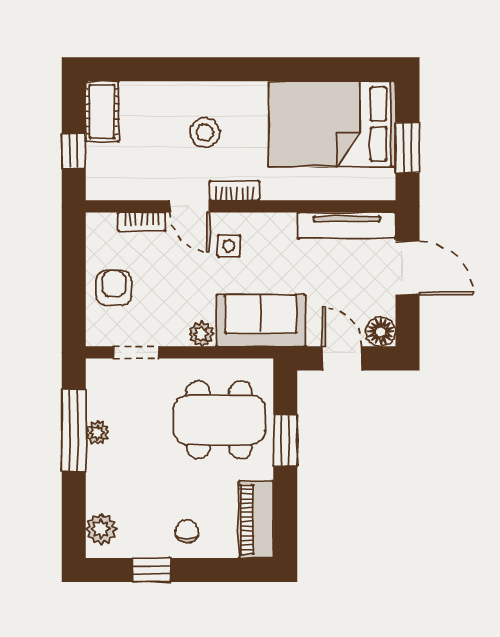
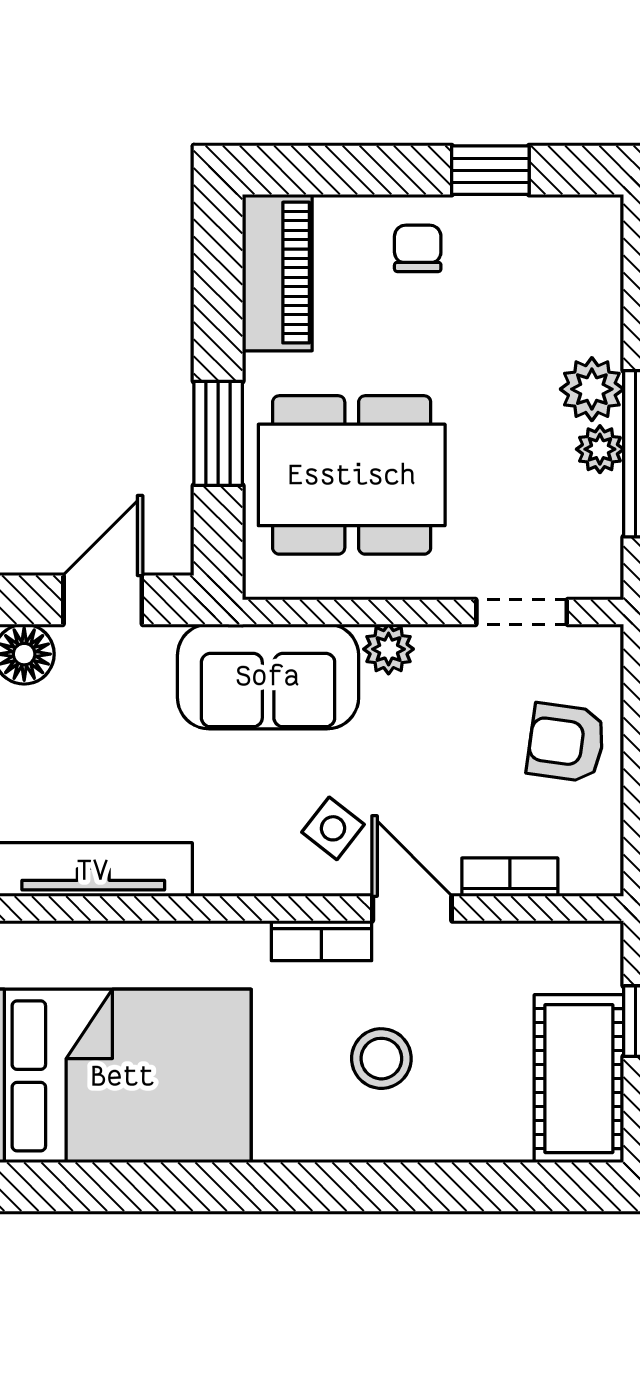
cot: (102, 111) -> (579, 1079), width x1.37, depth x1.34
side table: (229, 246) -> (333, 828), turned 38
armchair: (114, 288) -> (566, 743), turned 98
door: (342, 358) -> (103, 600), swing flipped
plant: (101, 529) -> (592, 389), moved
chair: (187, 531) -> (418, 248), turned 180

